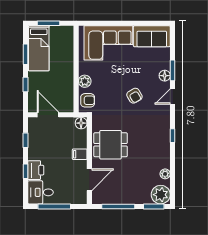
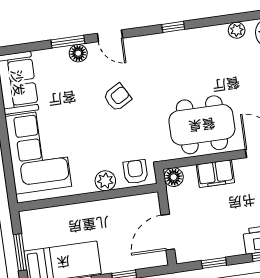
dining table: (111, 145) -> (202, 125), width x1.38
filing cabinet: (80, 154) -> (215, 174), width x2.00

